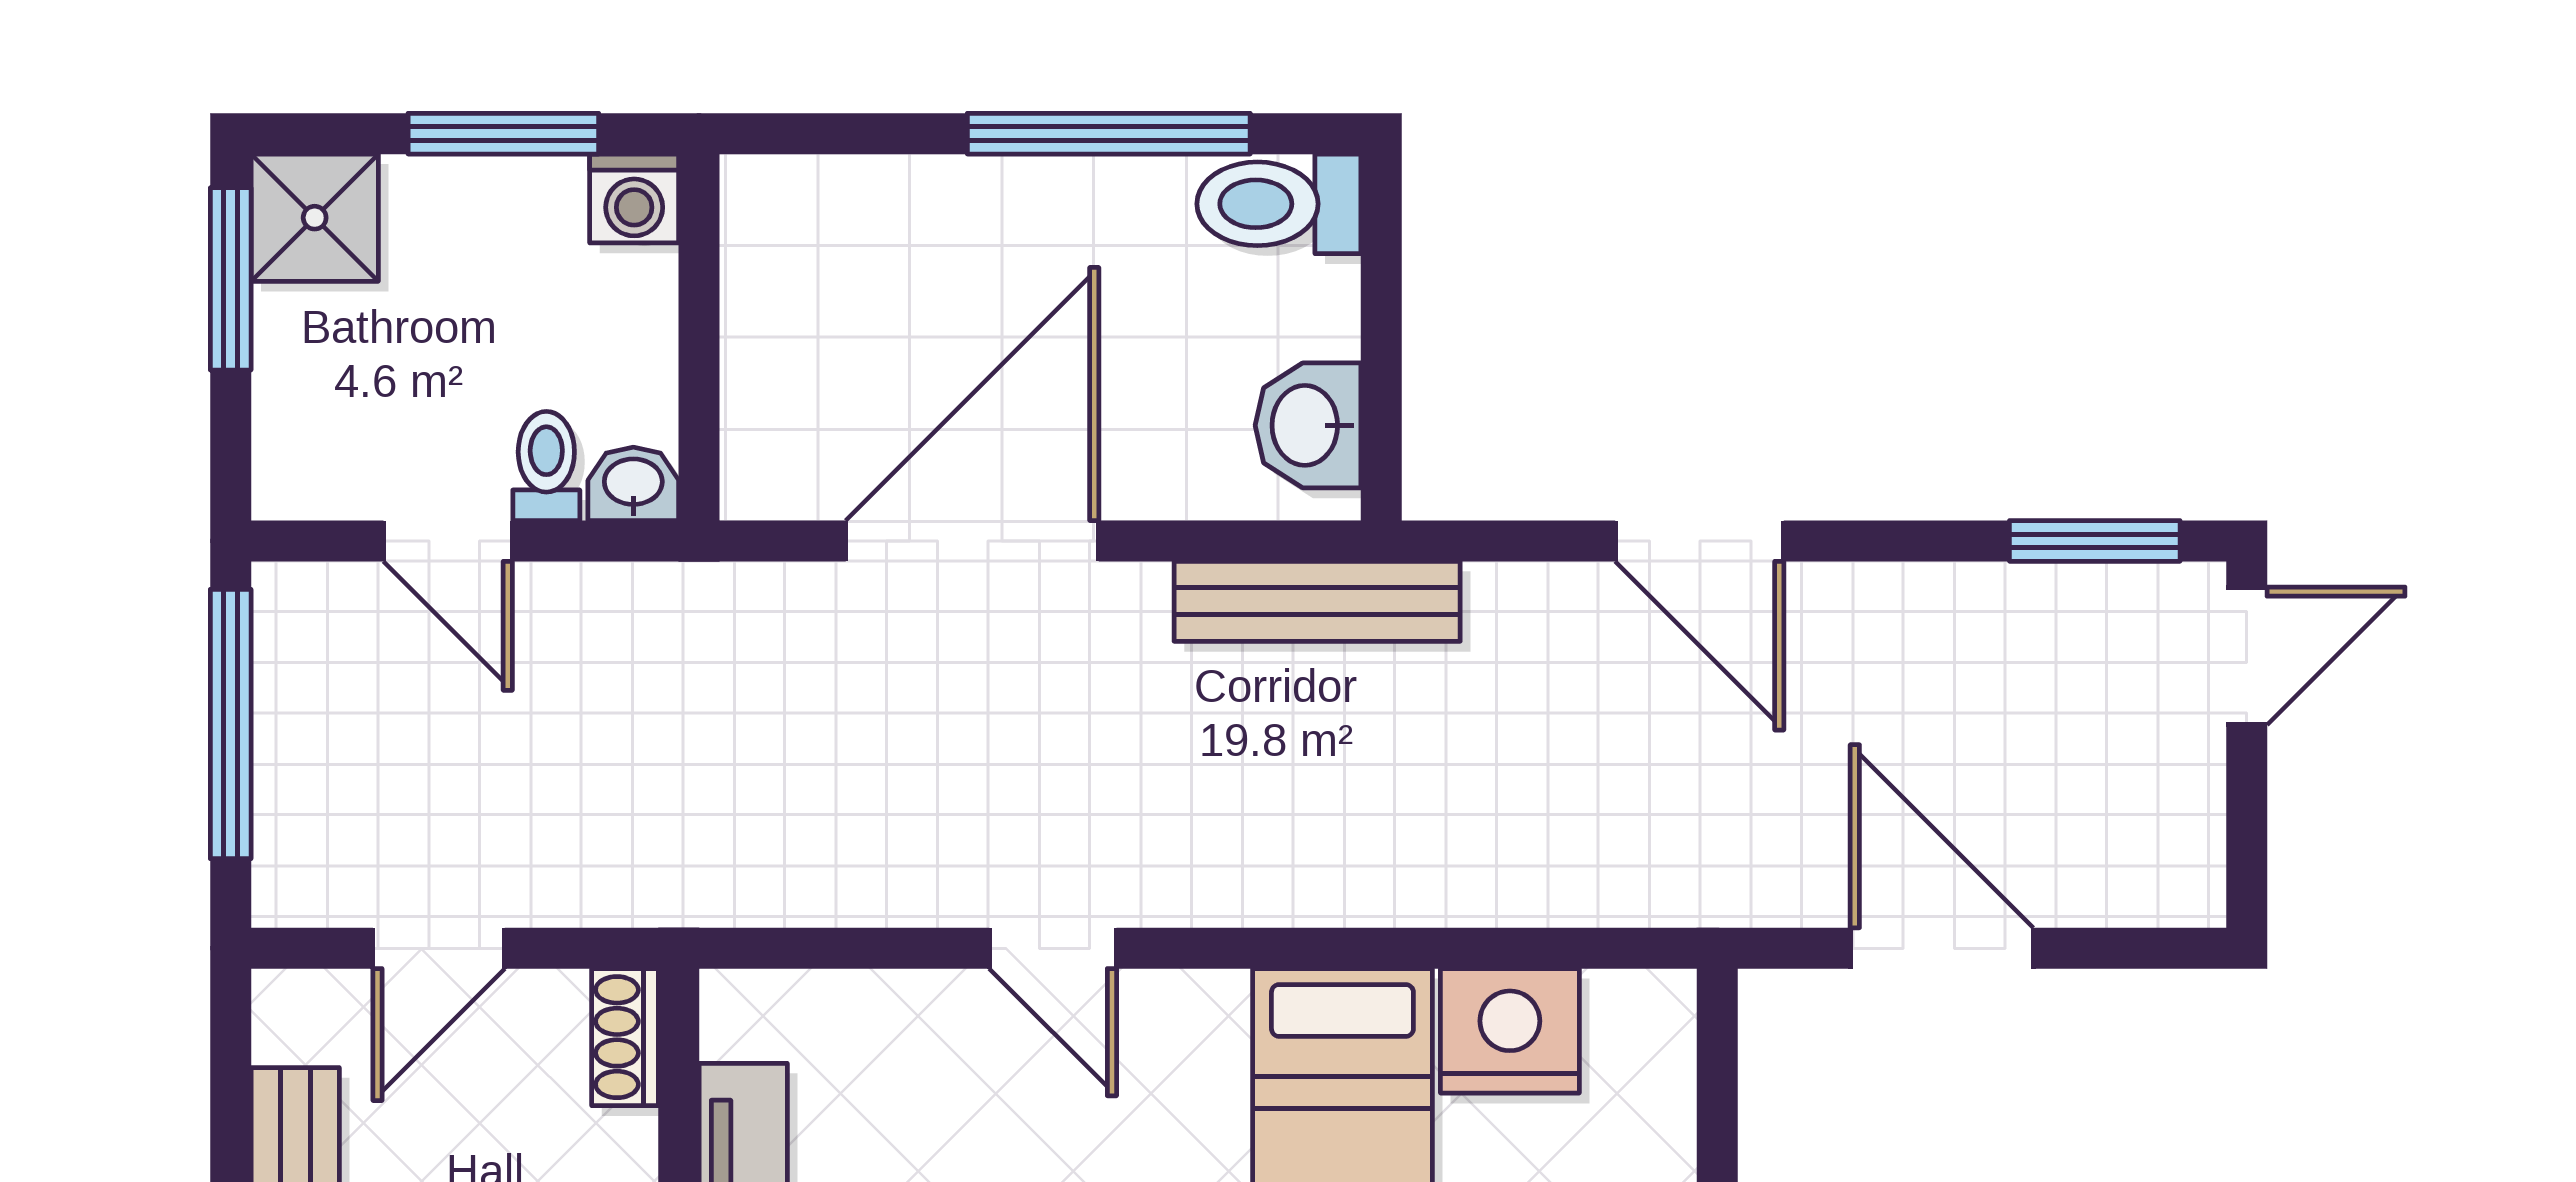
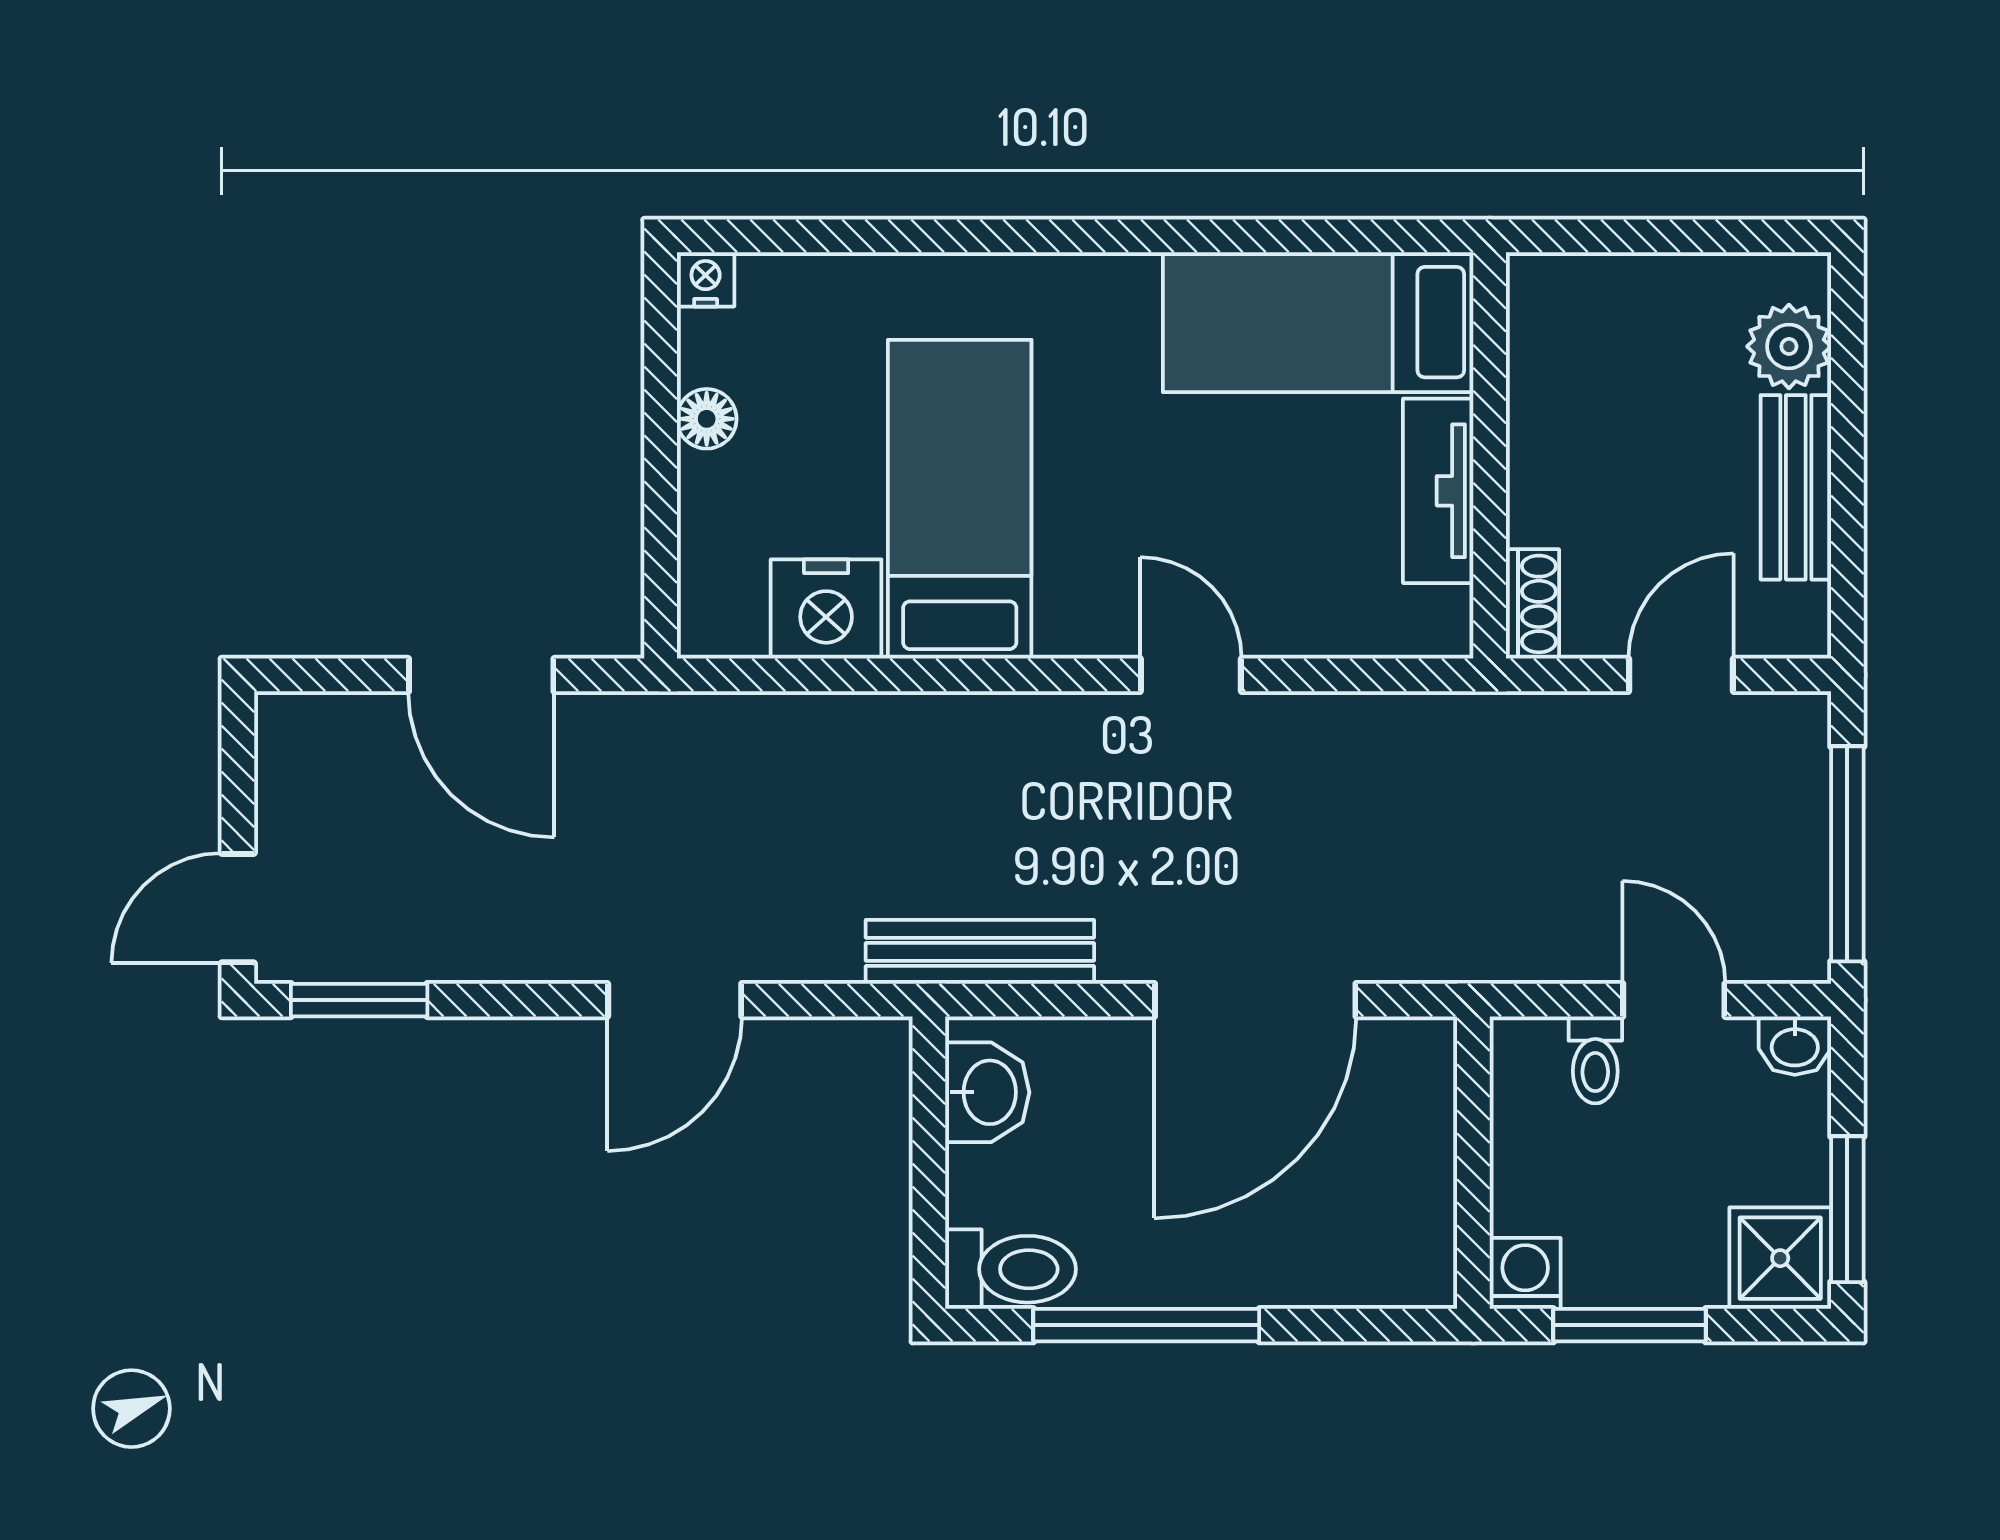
washbasin: (633, 484) -> (1795, 1046), moved
door: (1699, 541) -> (675, 1000), swing flipped

